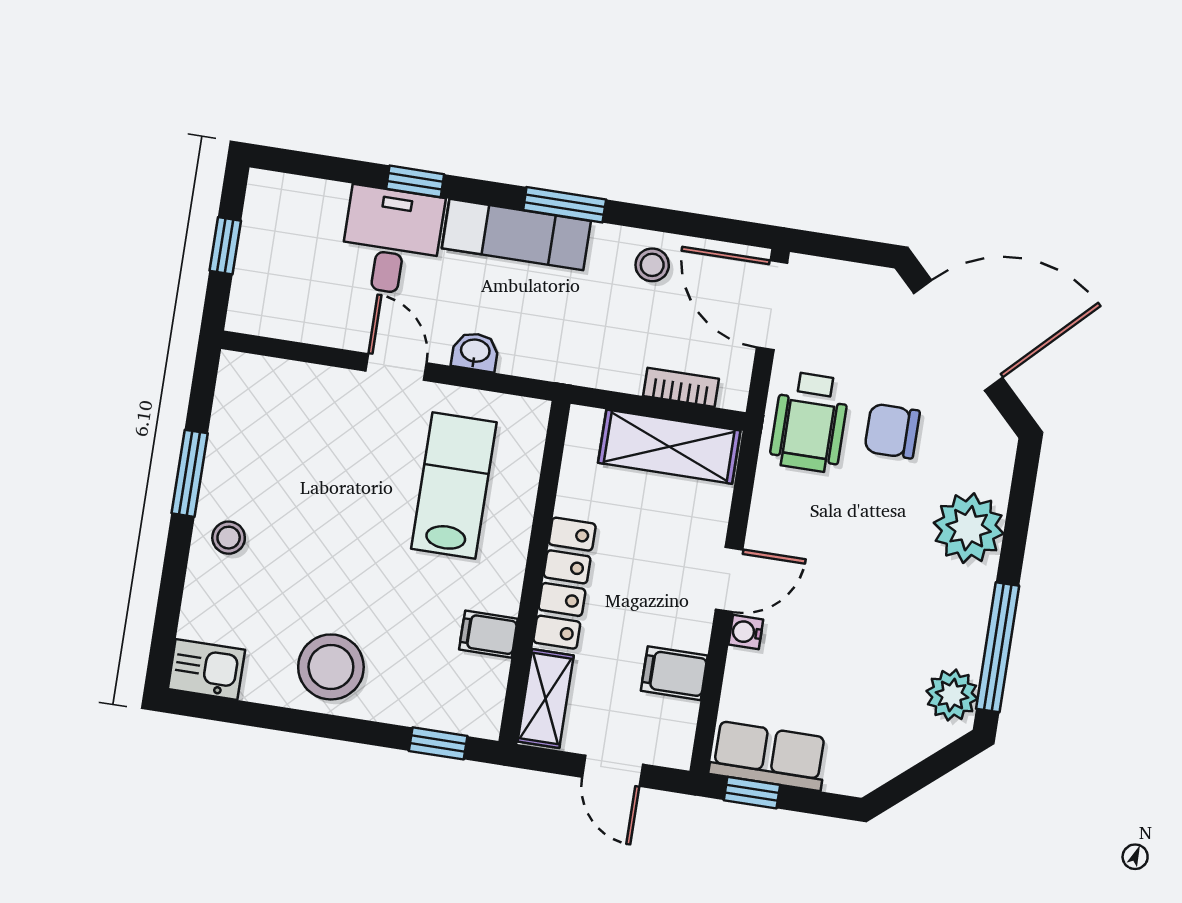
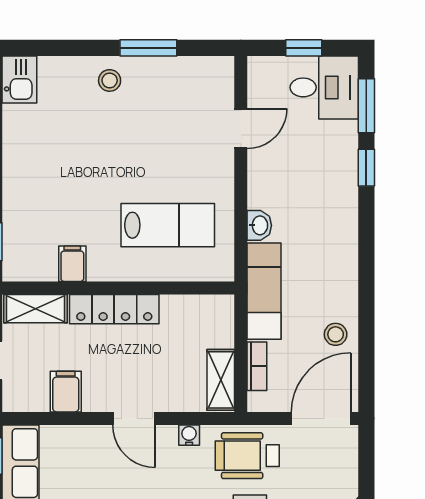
window: (565, 205) -> (366, 106), moved
exam couch: (516, 235) -> (264, 291), moved, turned 180
desk: (392, 241) -> (324, 87), moved
door: (396, 367) -> (241, 129), moved
shelving: (669, 447) -> (221, 380), width x0.67, depth x0.75
water cooler: (746, 632) -> (189, 435), moved
stool: (331, 667) -> (34, 162), removed

